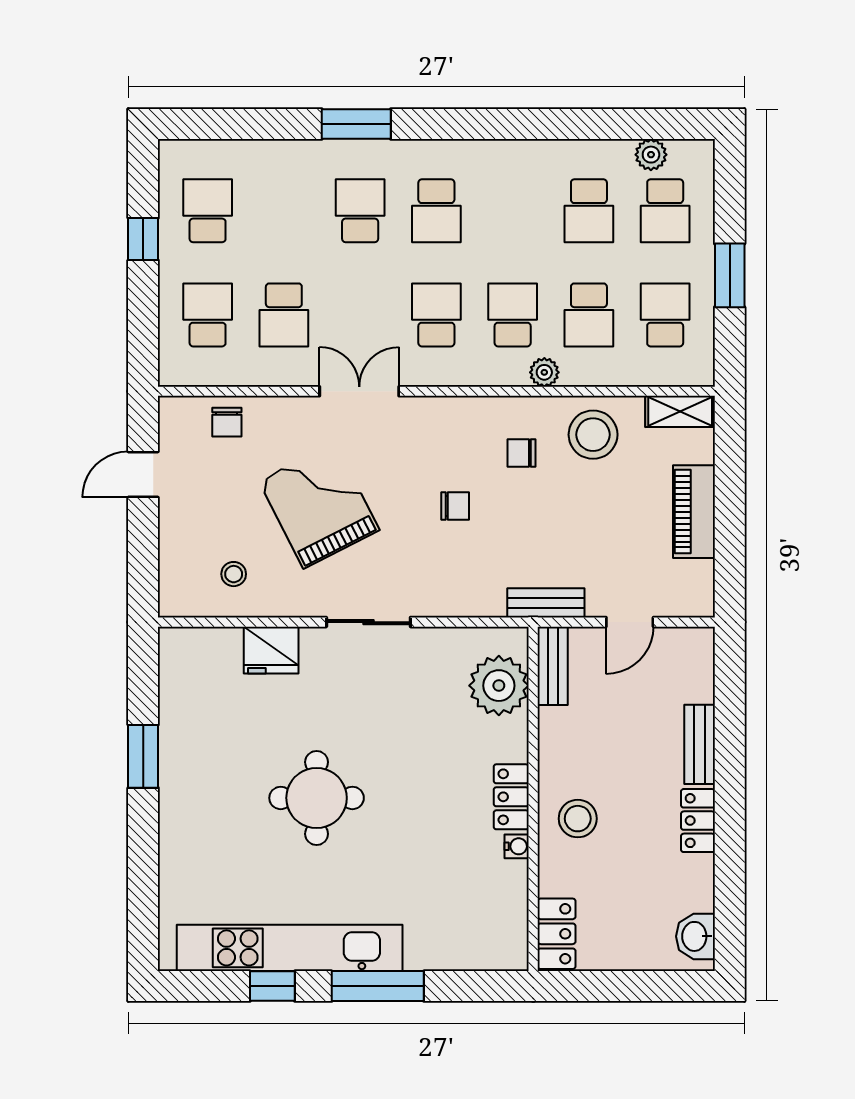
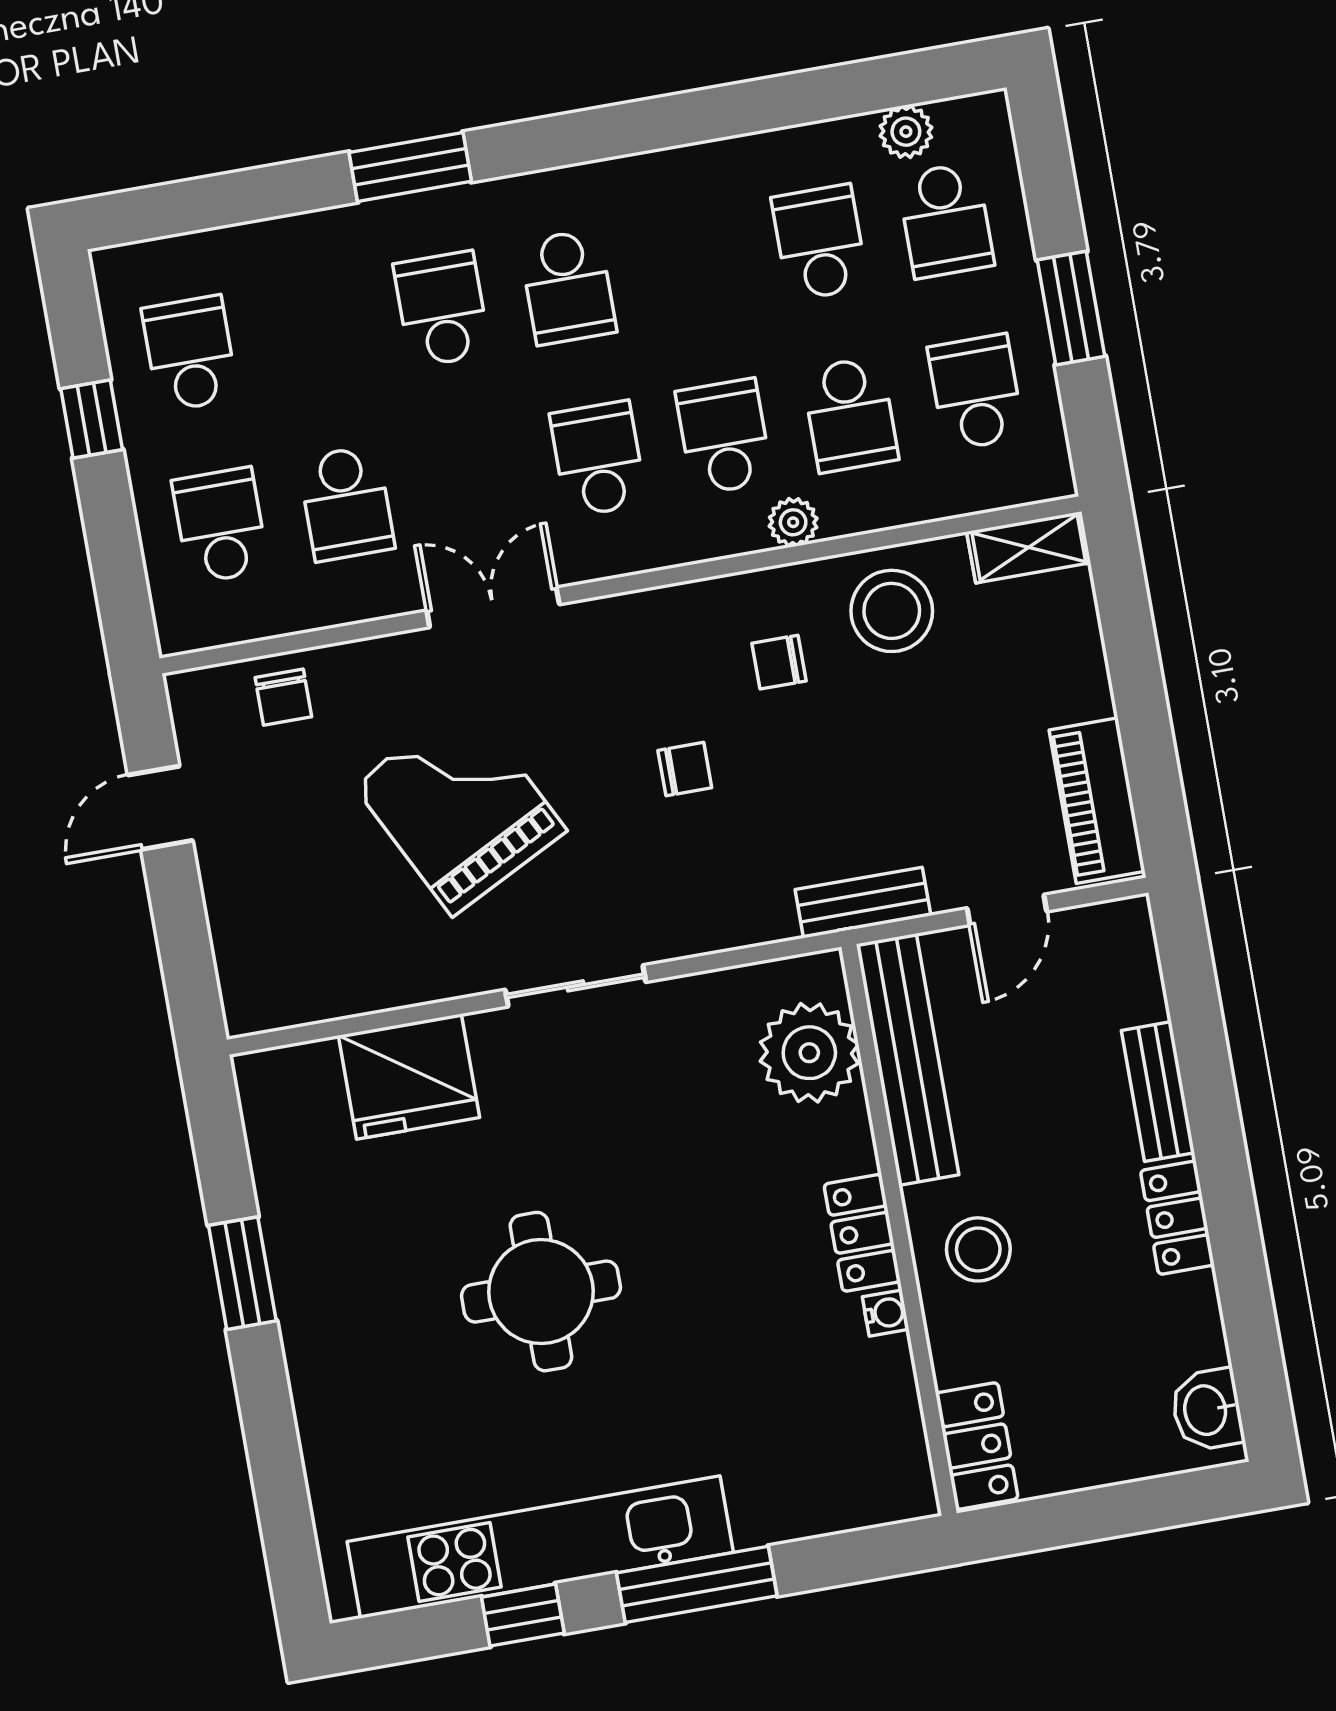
school desk: (589, 211) -> (820, 242), turned 180
piano: (694, 512) -> (1097, 801), moved
stool: (234, 574) -> (339, 946), removed
fridge: (271, 650) -> (409, 1077), width x1.36, depth x1.34
bench: (553, 666) -> (907, 1059), width x1.86, depth x1.21

